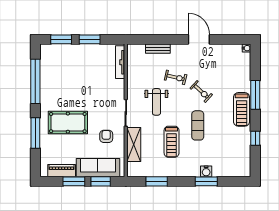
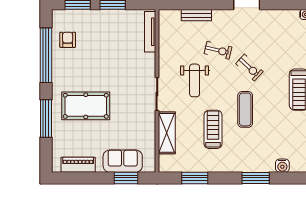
armchair: (106, 136) -> (68, 40), moved
treadmill: (172, 142) -> (213, 129), turned 180
sofa: (98, 168) -> (123, 161), width x0.73
water cooler: (206, 171) -> (282, 166), moved
window: (74, 181) -> (93, 178), removed

